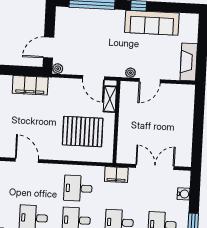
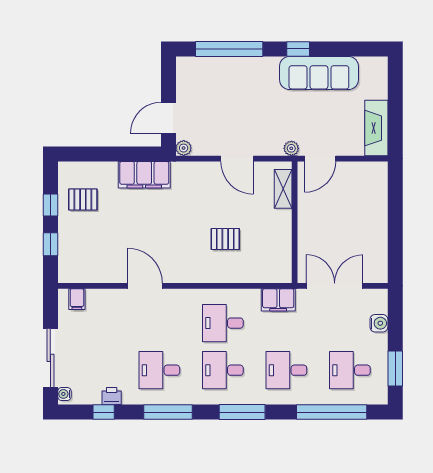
shelving: (110, 99) -> (283, 189), moved
wall: (116, 122) -> (295, 222), moved
pallet: (83, 132) -> (225, 239), width x0.49, depth x0.50

